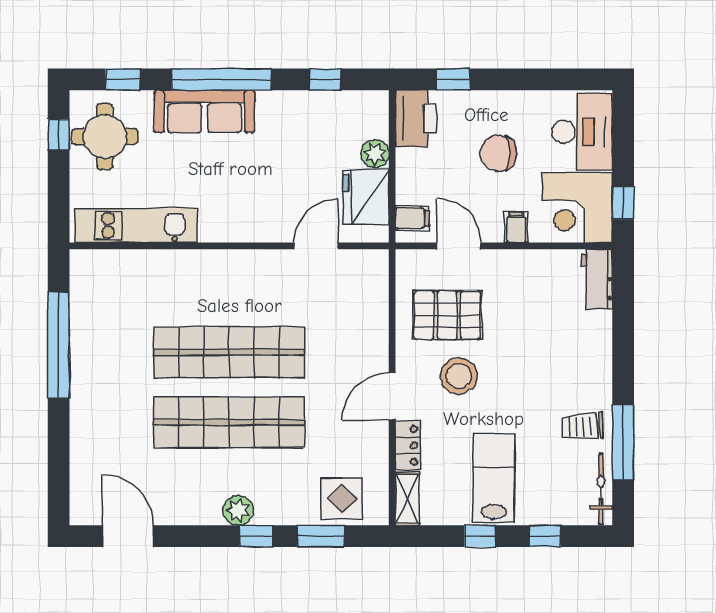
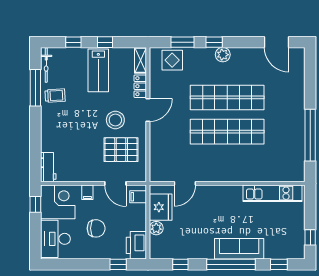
round table: (105, 137) -> (288, 237), removed

